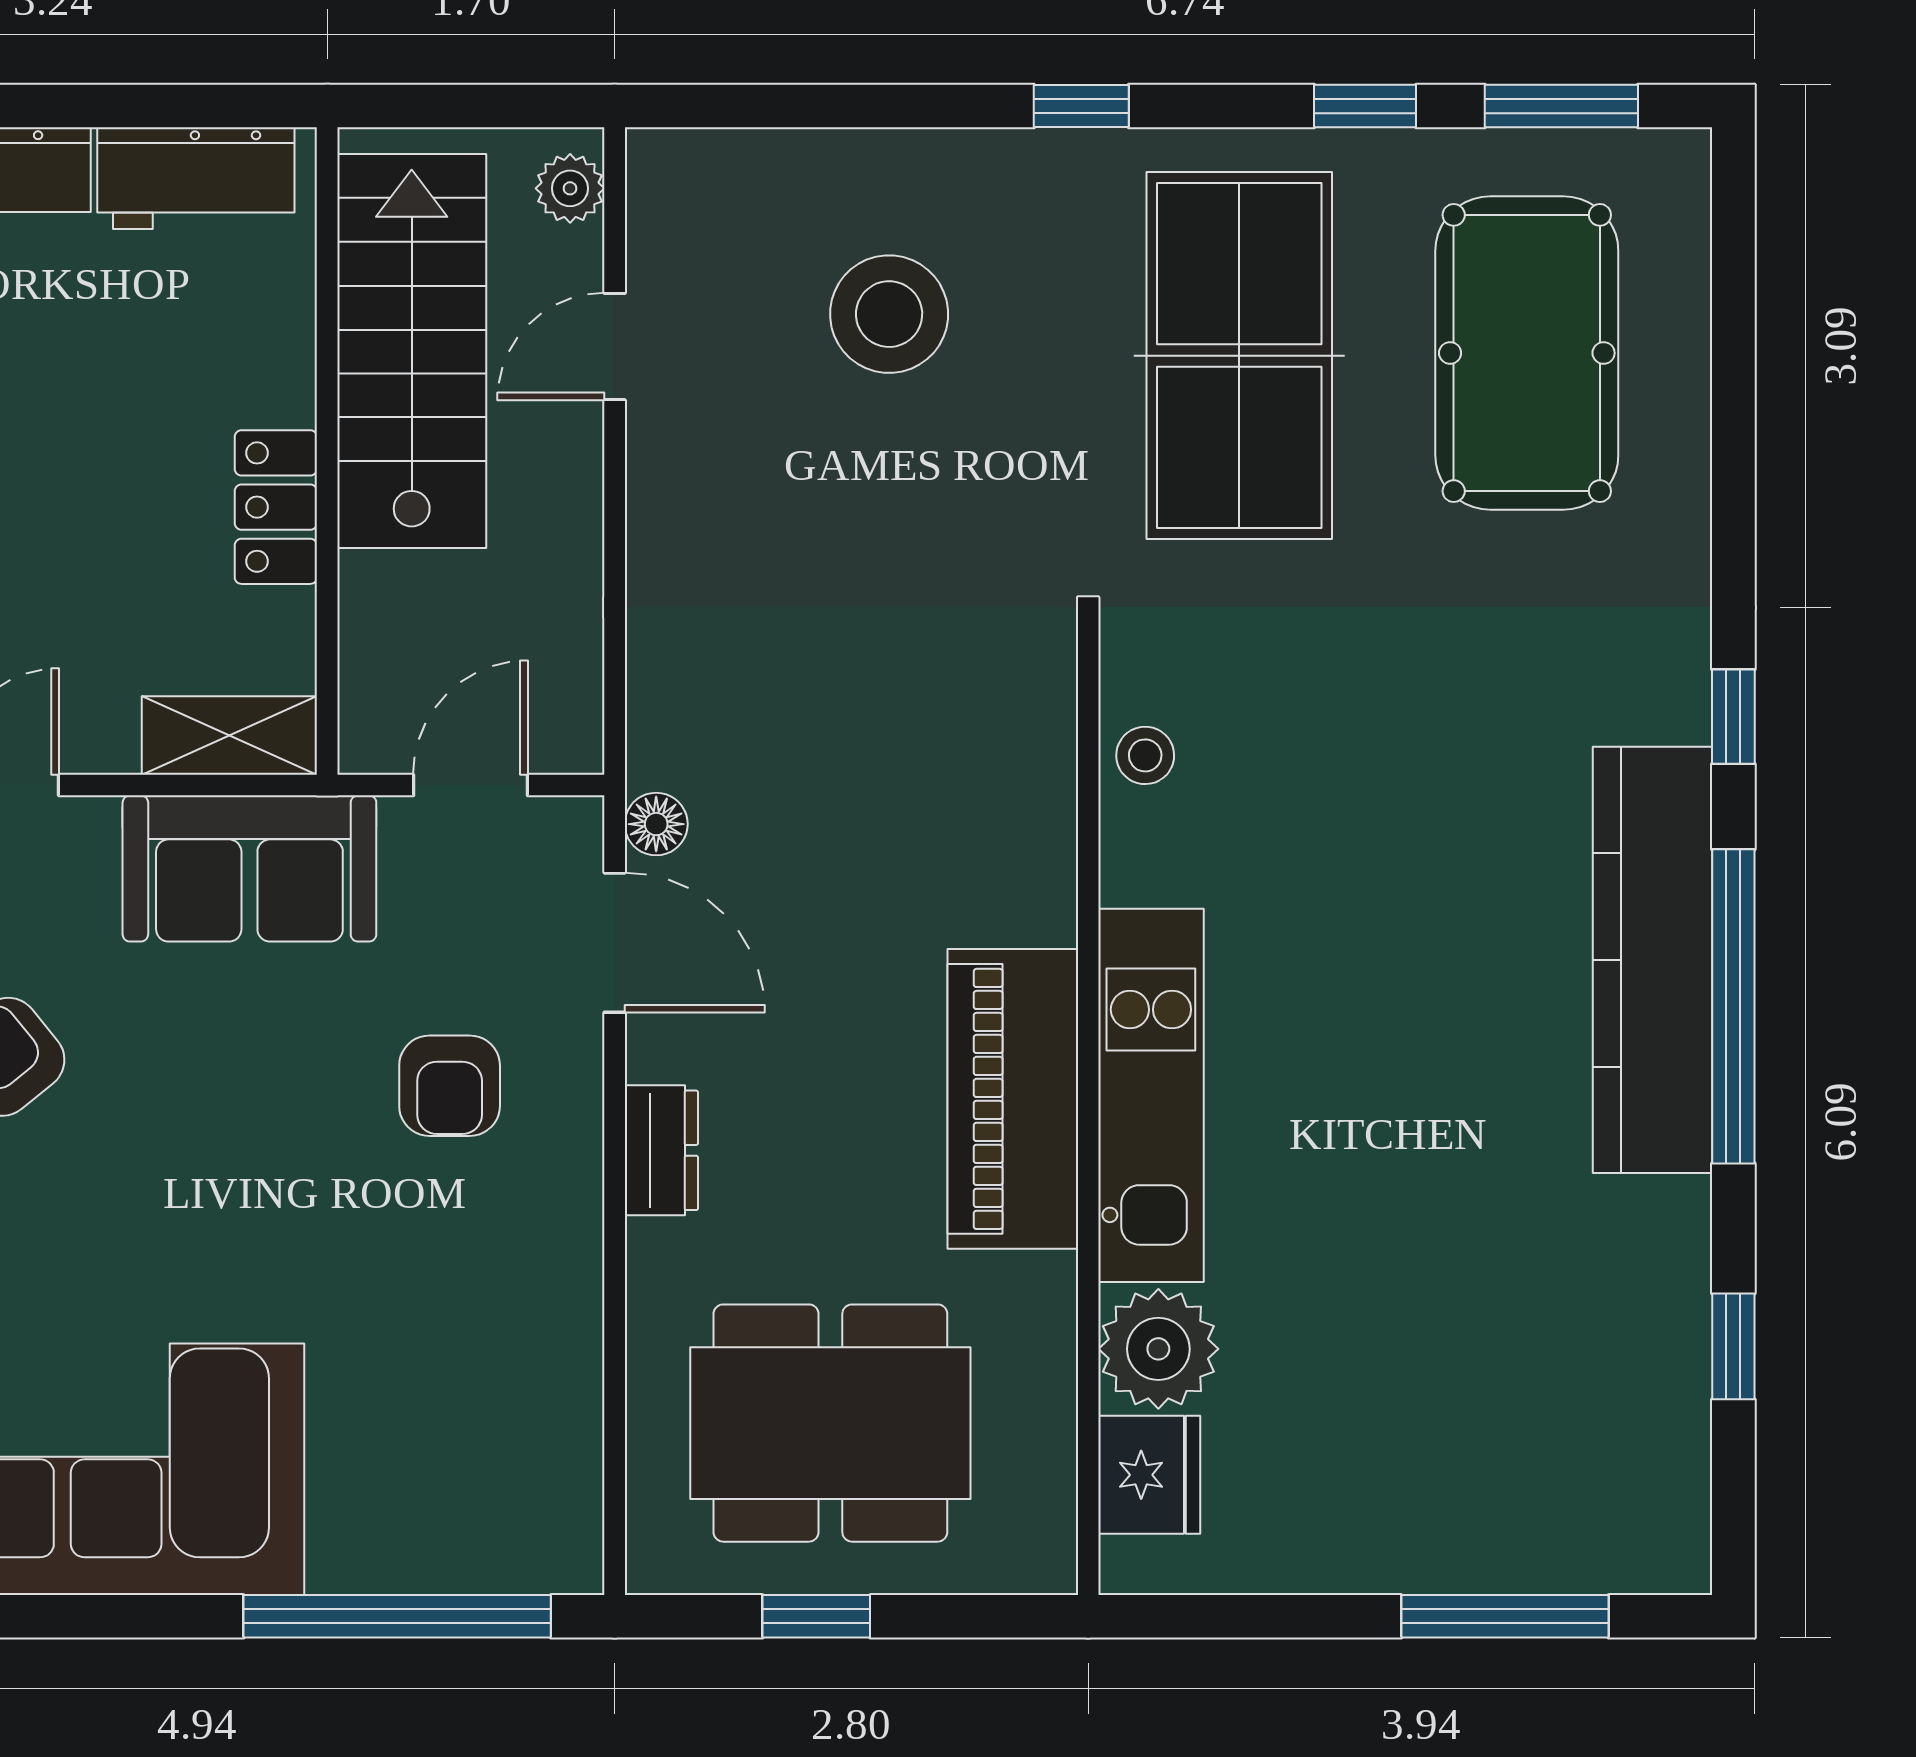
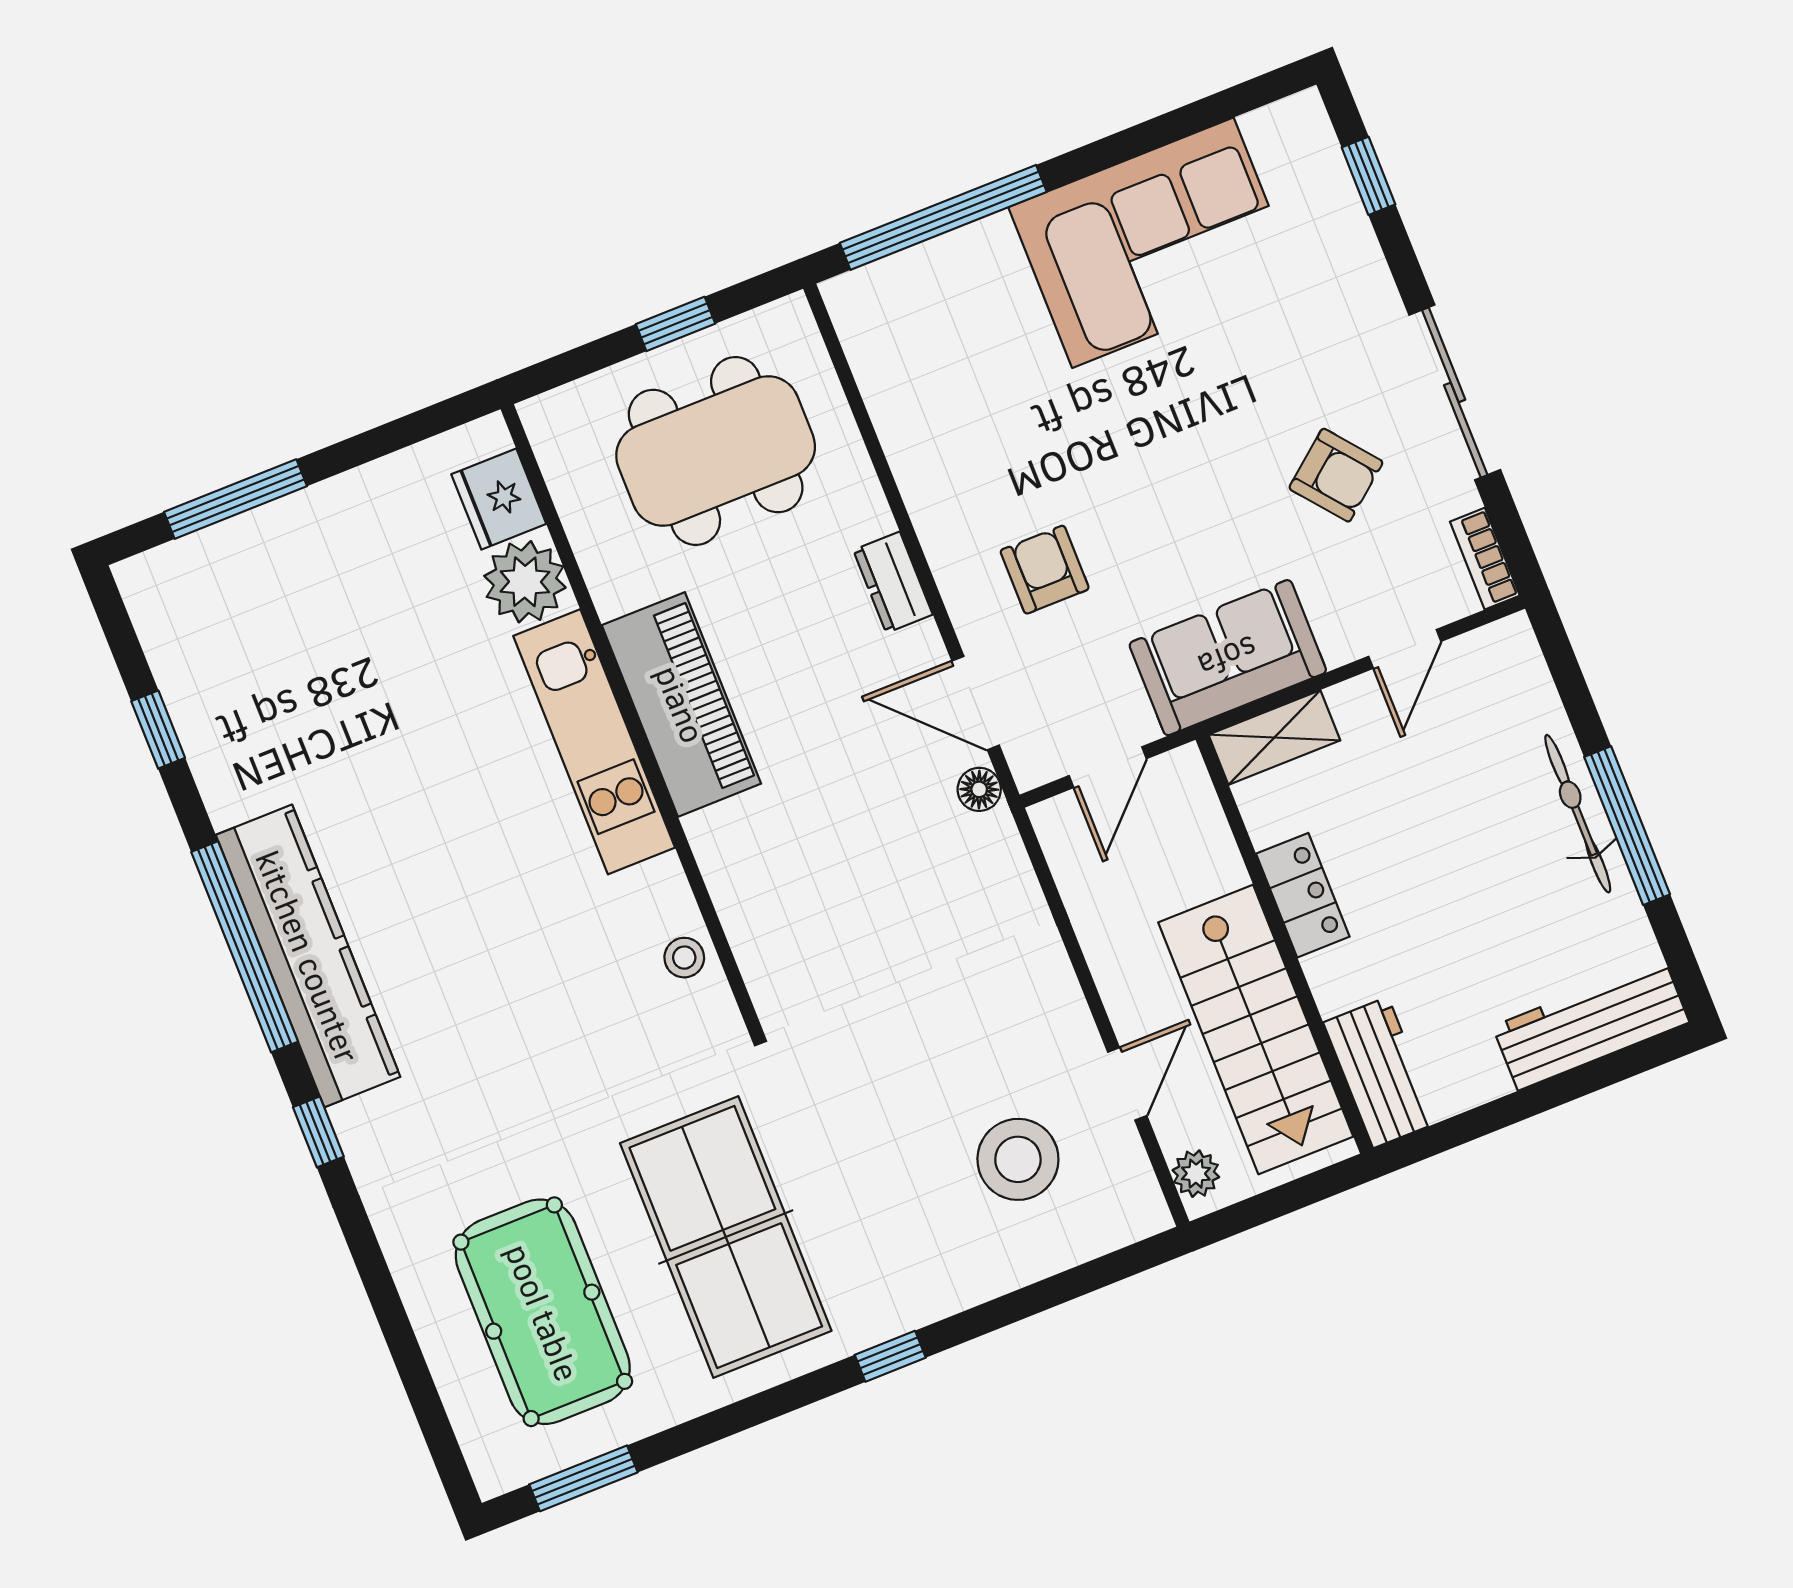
window: (1365, 106) -> (709, 1428), removed
workbench: (196, 178) -> (1381, 1072), moved, turned 90
stool: (889, 314) -> (1018, 1159), moved

